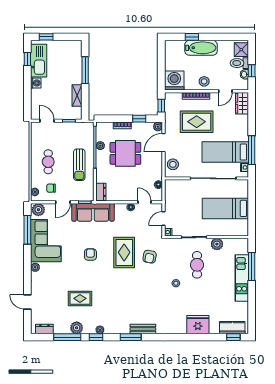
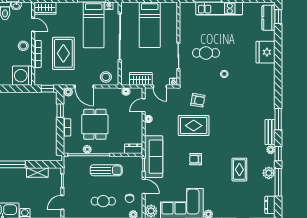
wardrobe: (171, 199) -> (141, 79), added
plant: (217, 244) -> (185, 33), removed
bench: (143, 329) -> (270, 132), moved

